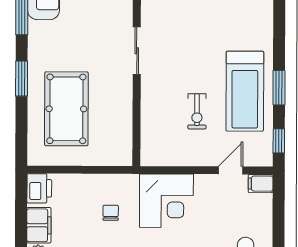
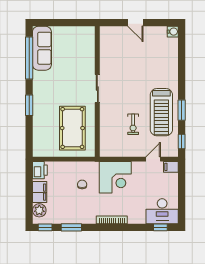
pool table: (66, 109) -> (72, 128), moved

